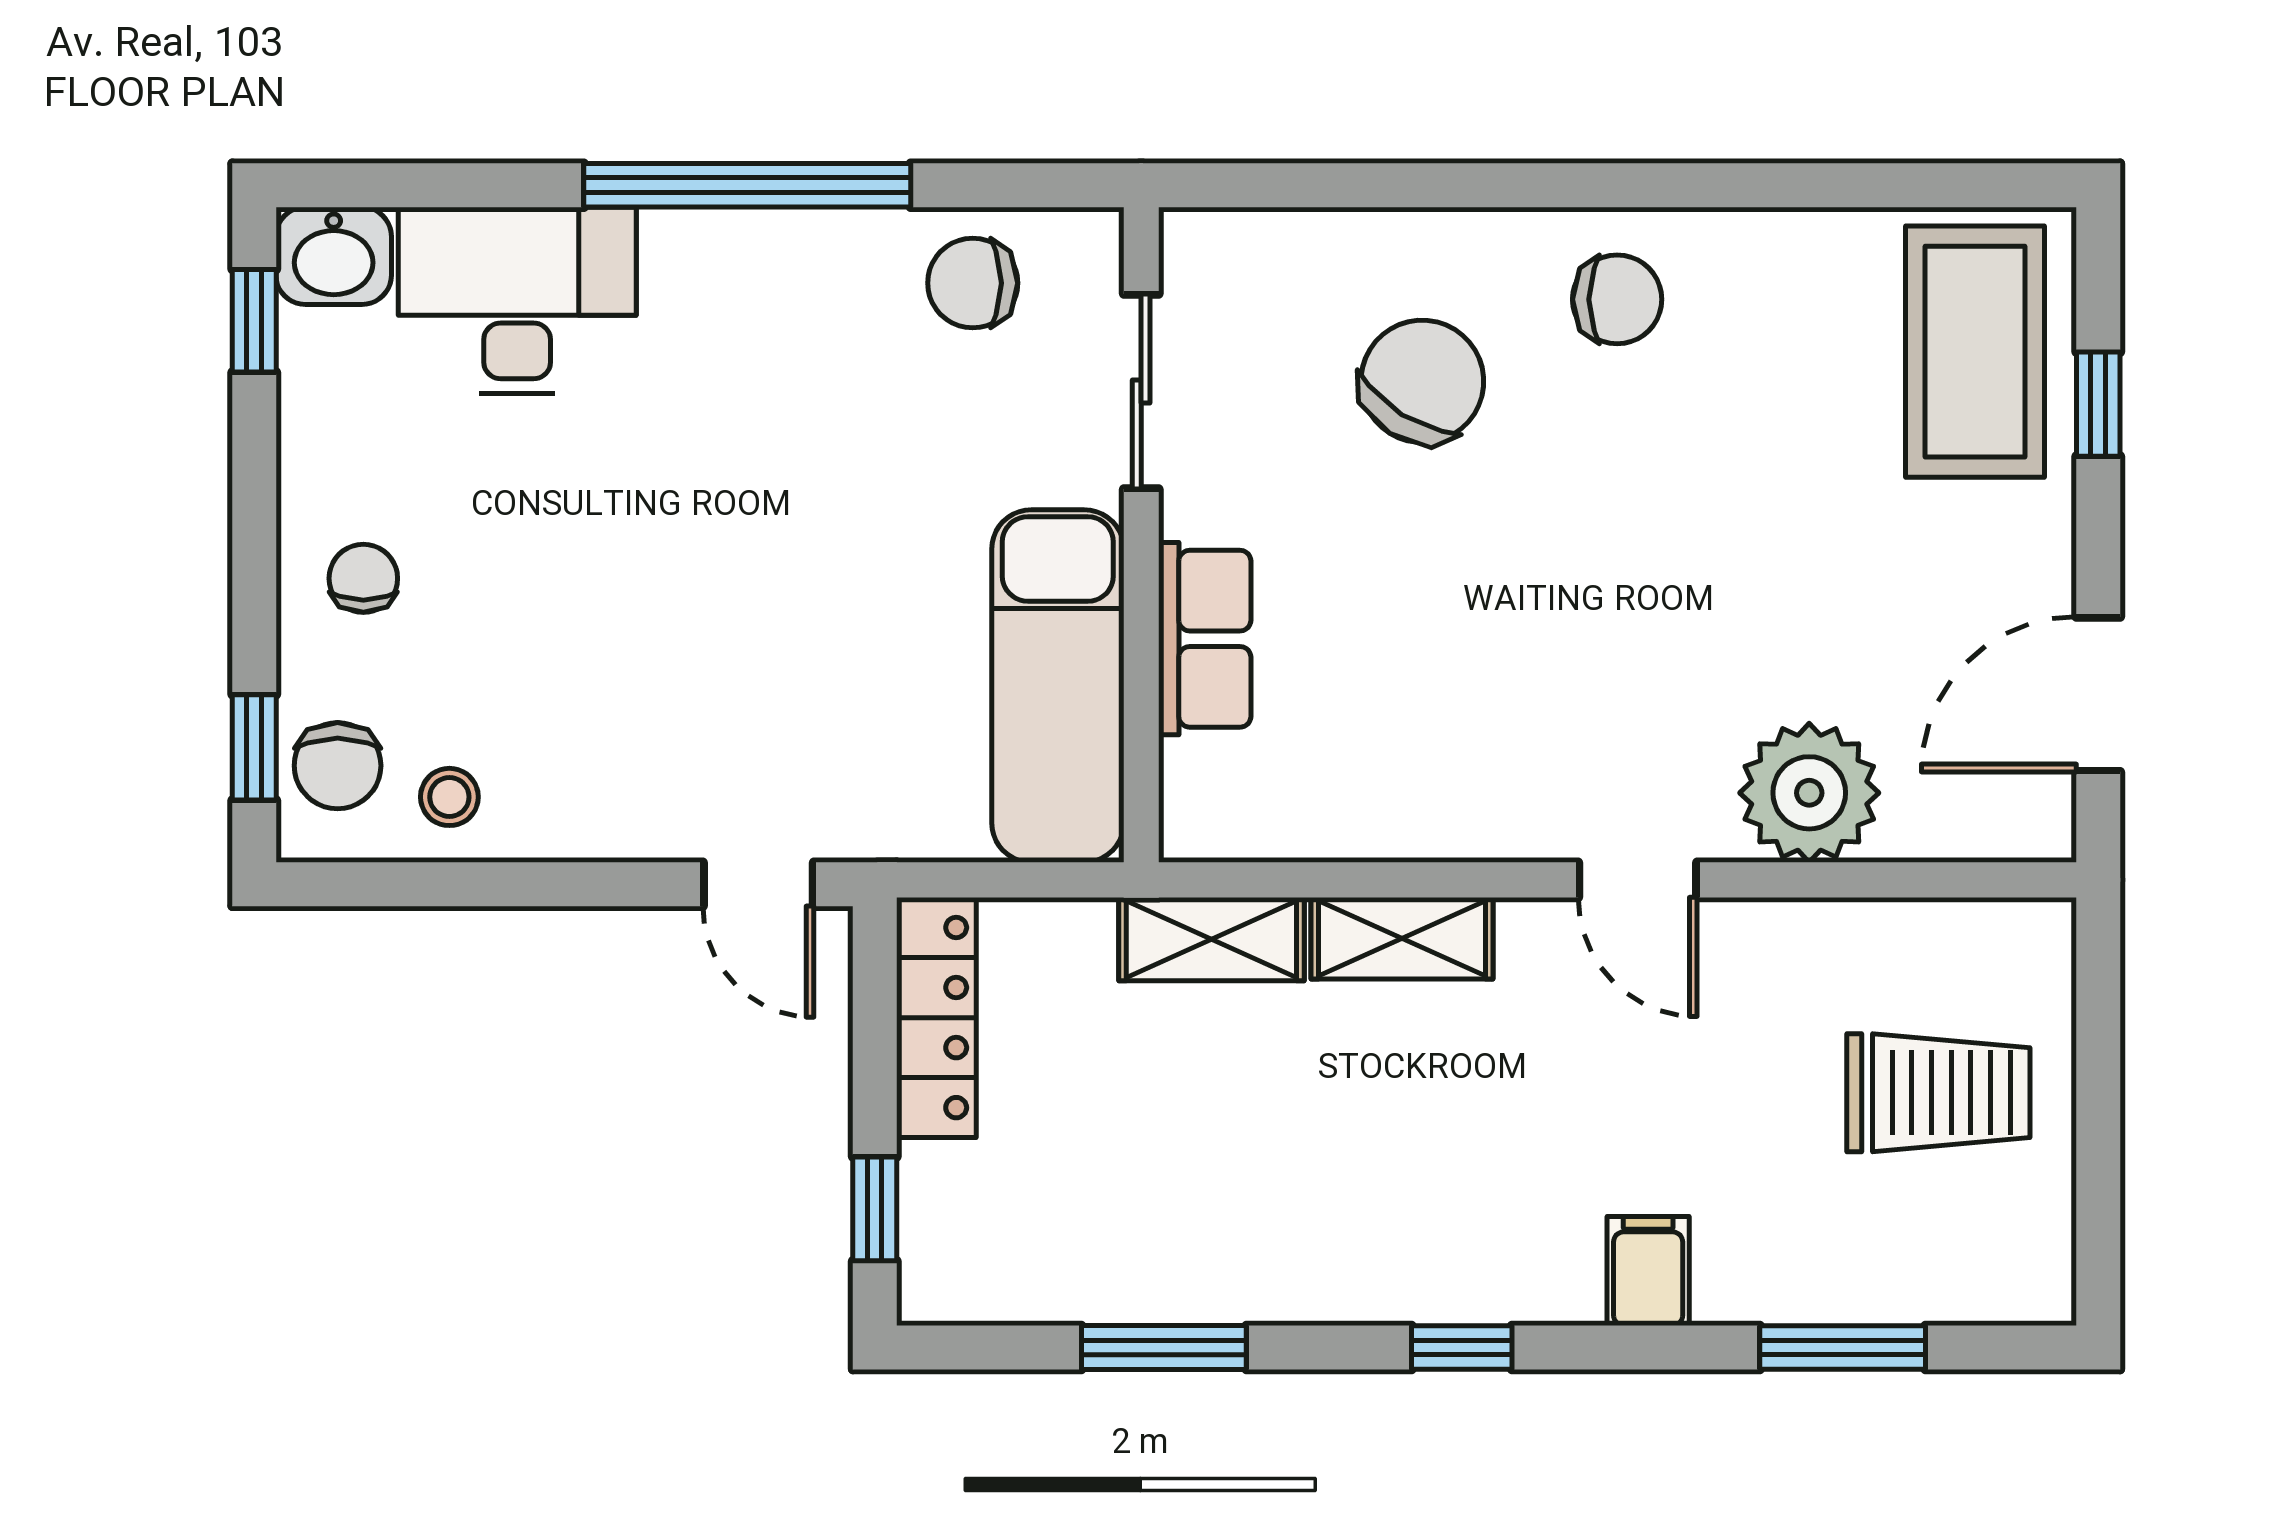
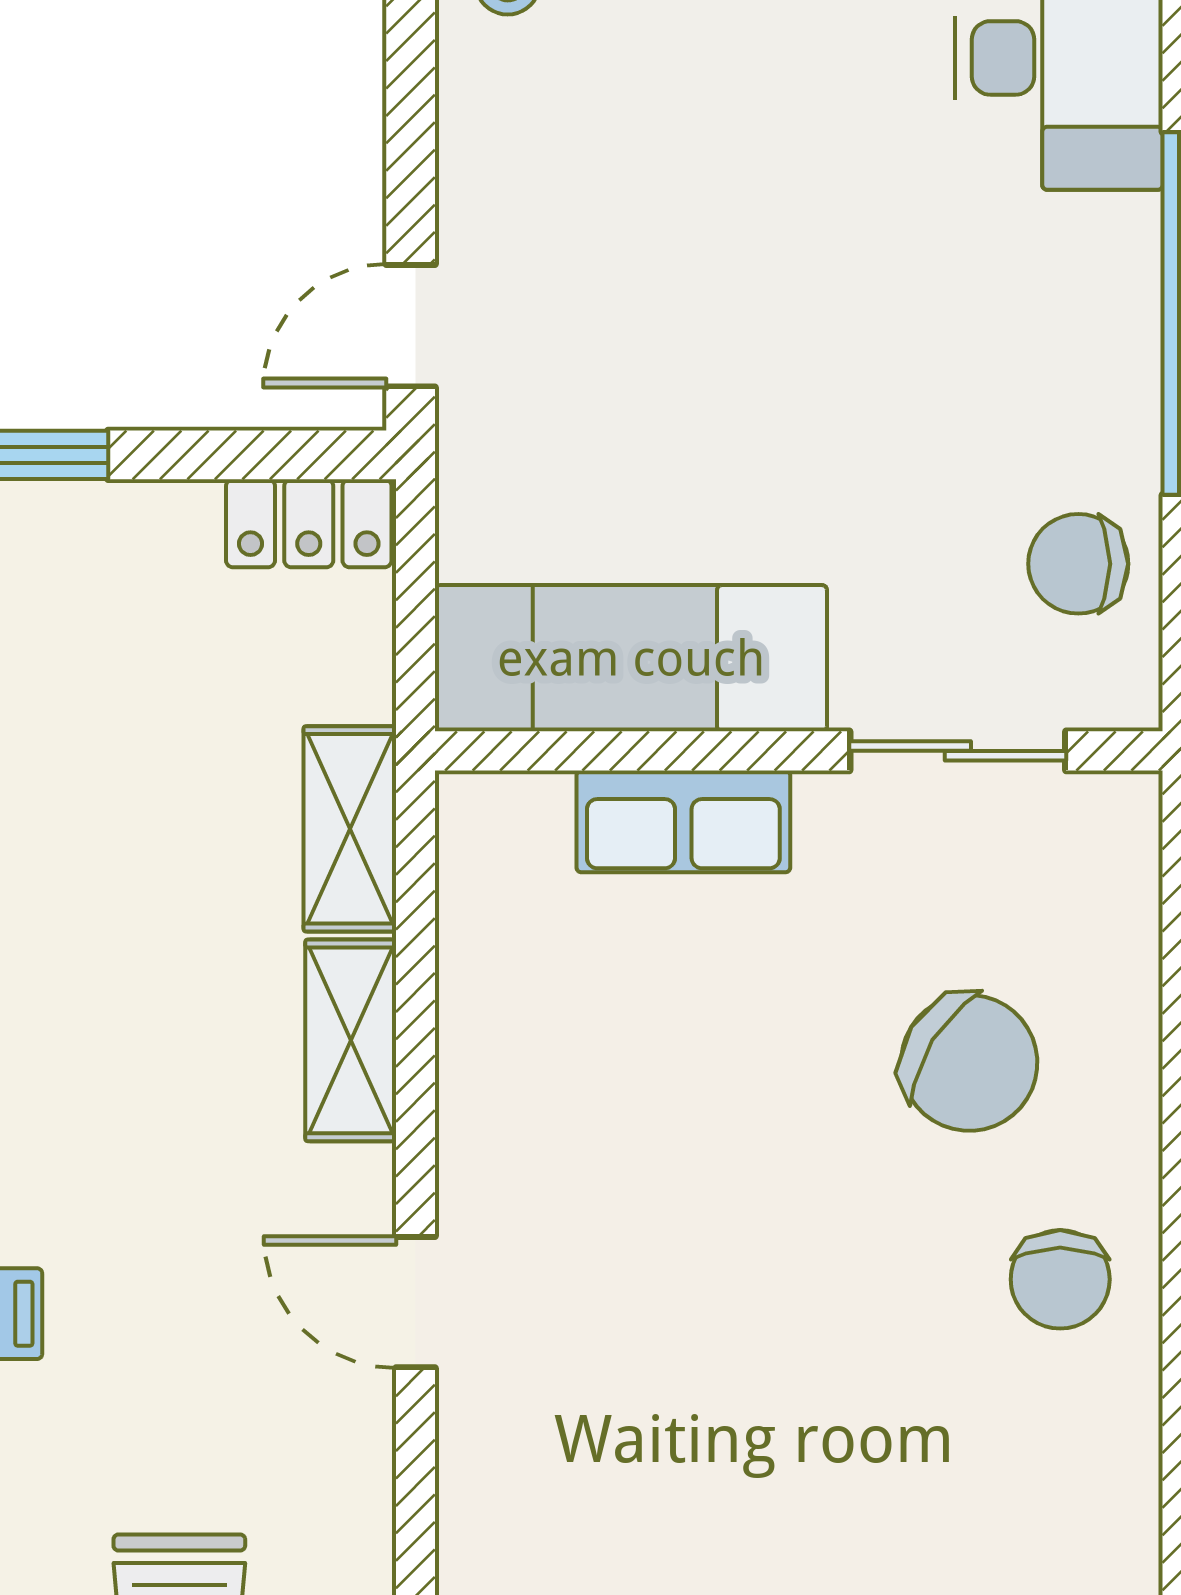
chair: (973, 283) -> (1078, 564), turned -90
plant: (1809, 793) -> (512, 1493), removed
door: (1638, 880) -> (416, 1302), hinge flipped
locker: (936, 1018) -> (309, 523), width x0.66

